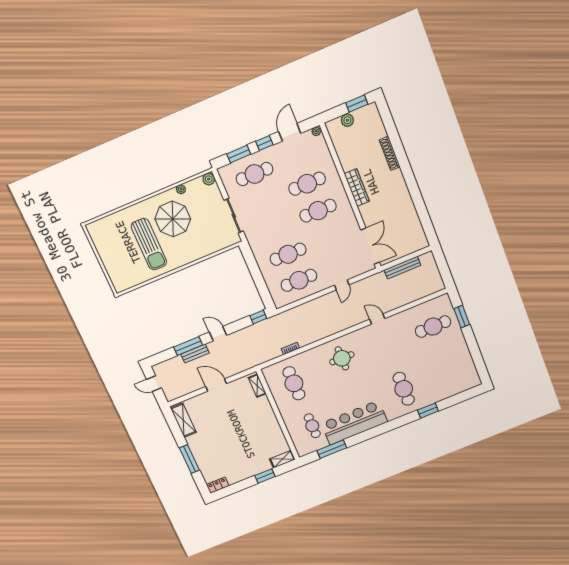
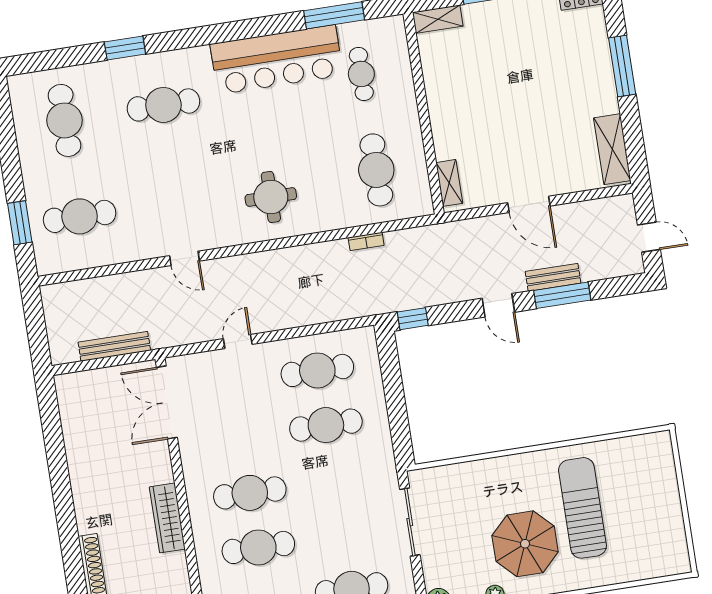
cafe table: (450, 370) -> (65, 120), added
cafe table: (404, 389) -> (163, 105), turned 90

